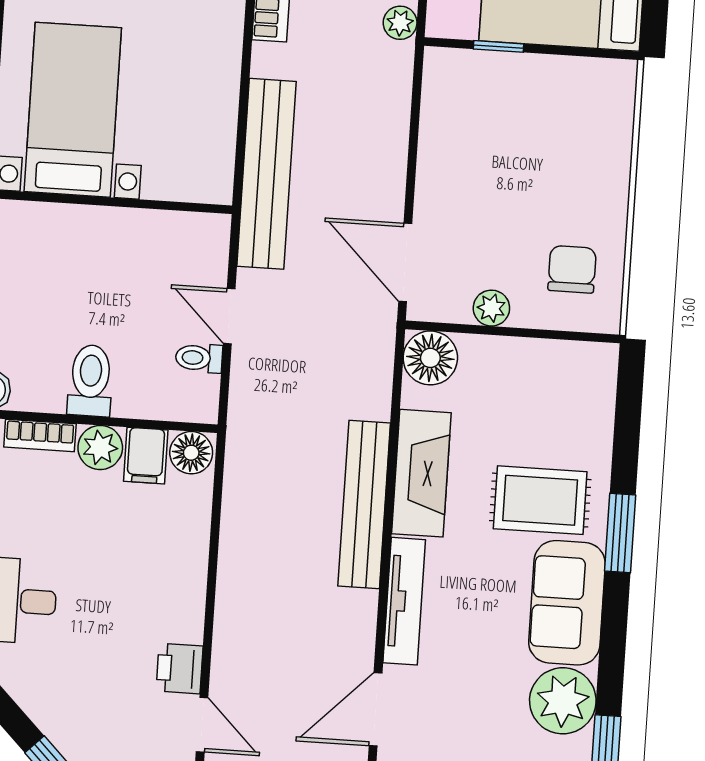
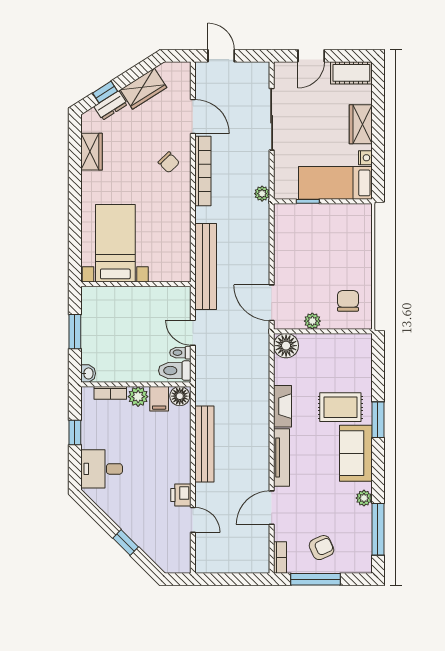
toilet: (90, 381) -> (175, 371), moved, turned -90
fireplace: (421, 473) -> (283, 406), width x0.73, depth x0.76
bench: (364, 505) -> (204, 444), moved
plant: (563, 701) -> (364, 498), width x0.53, depth x0.53

